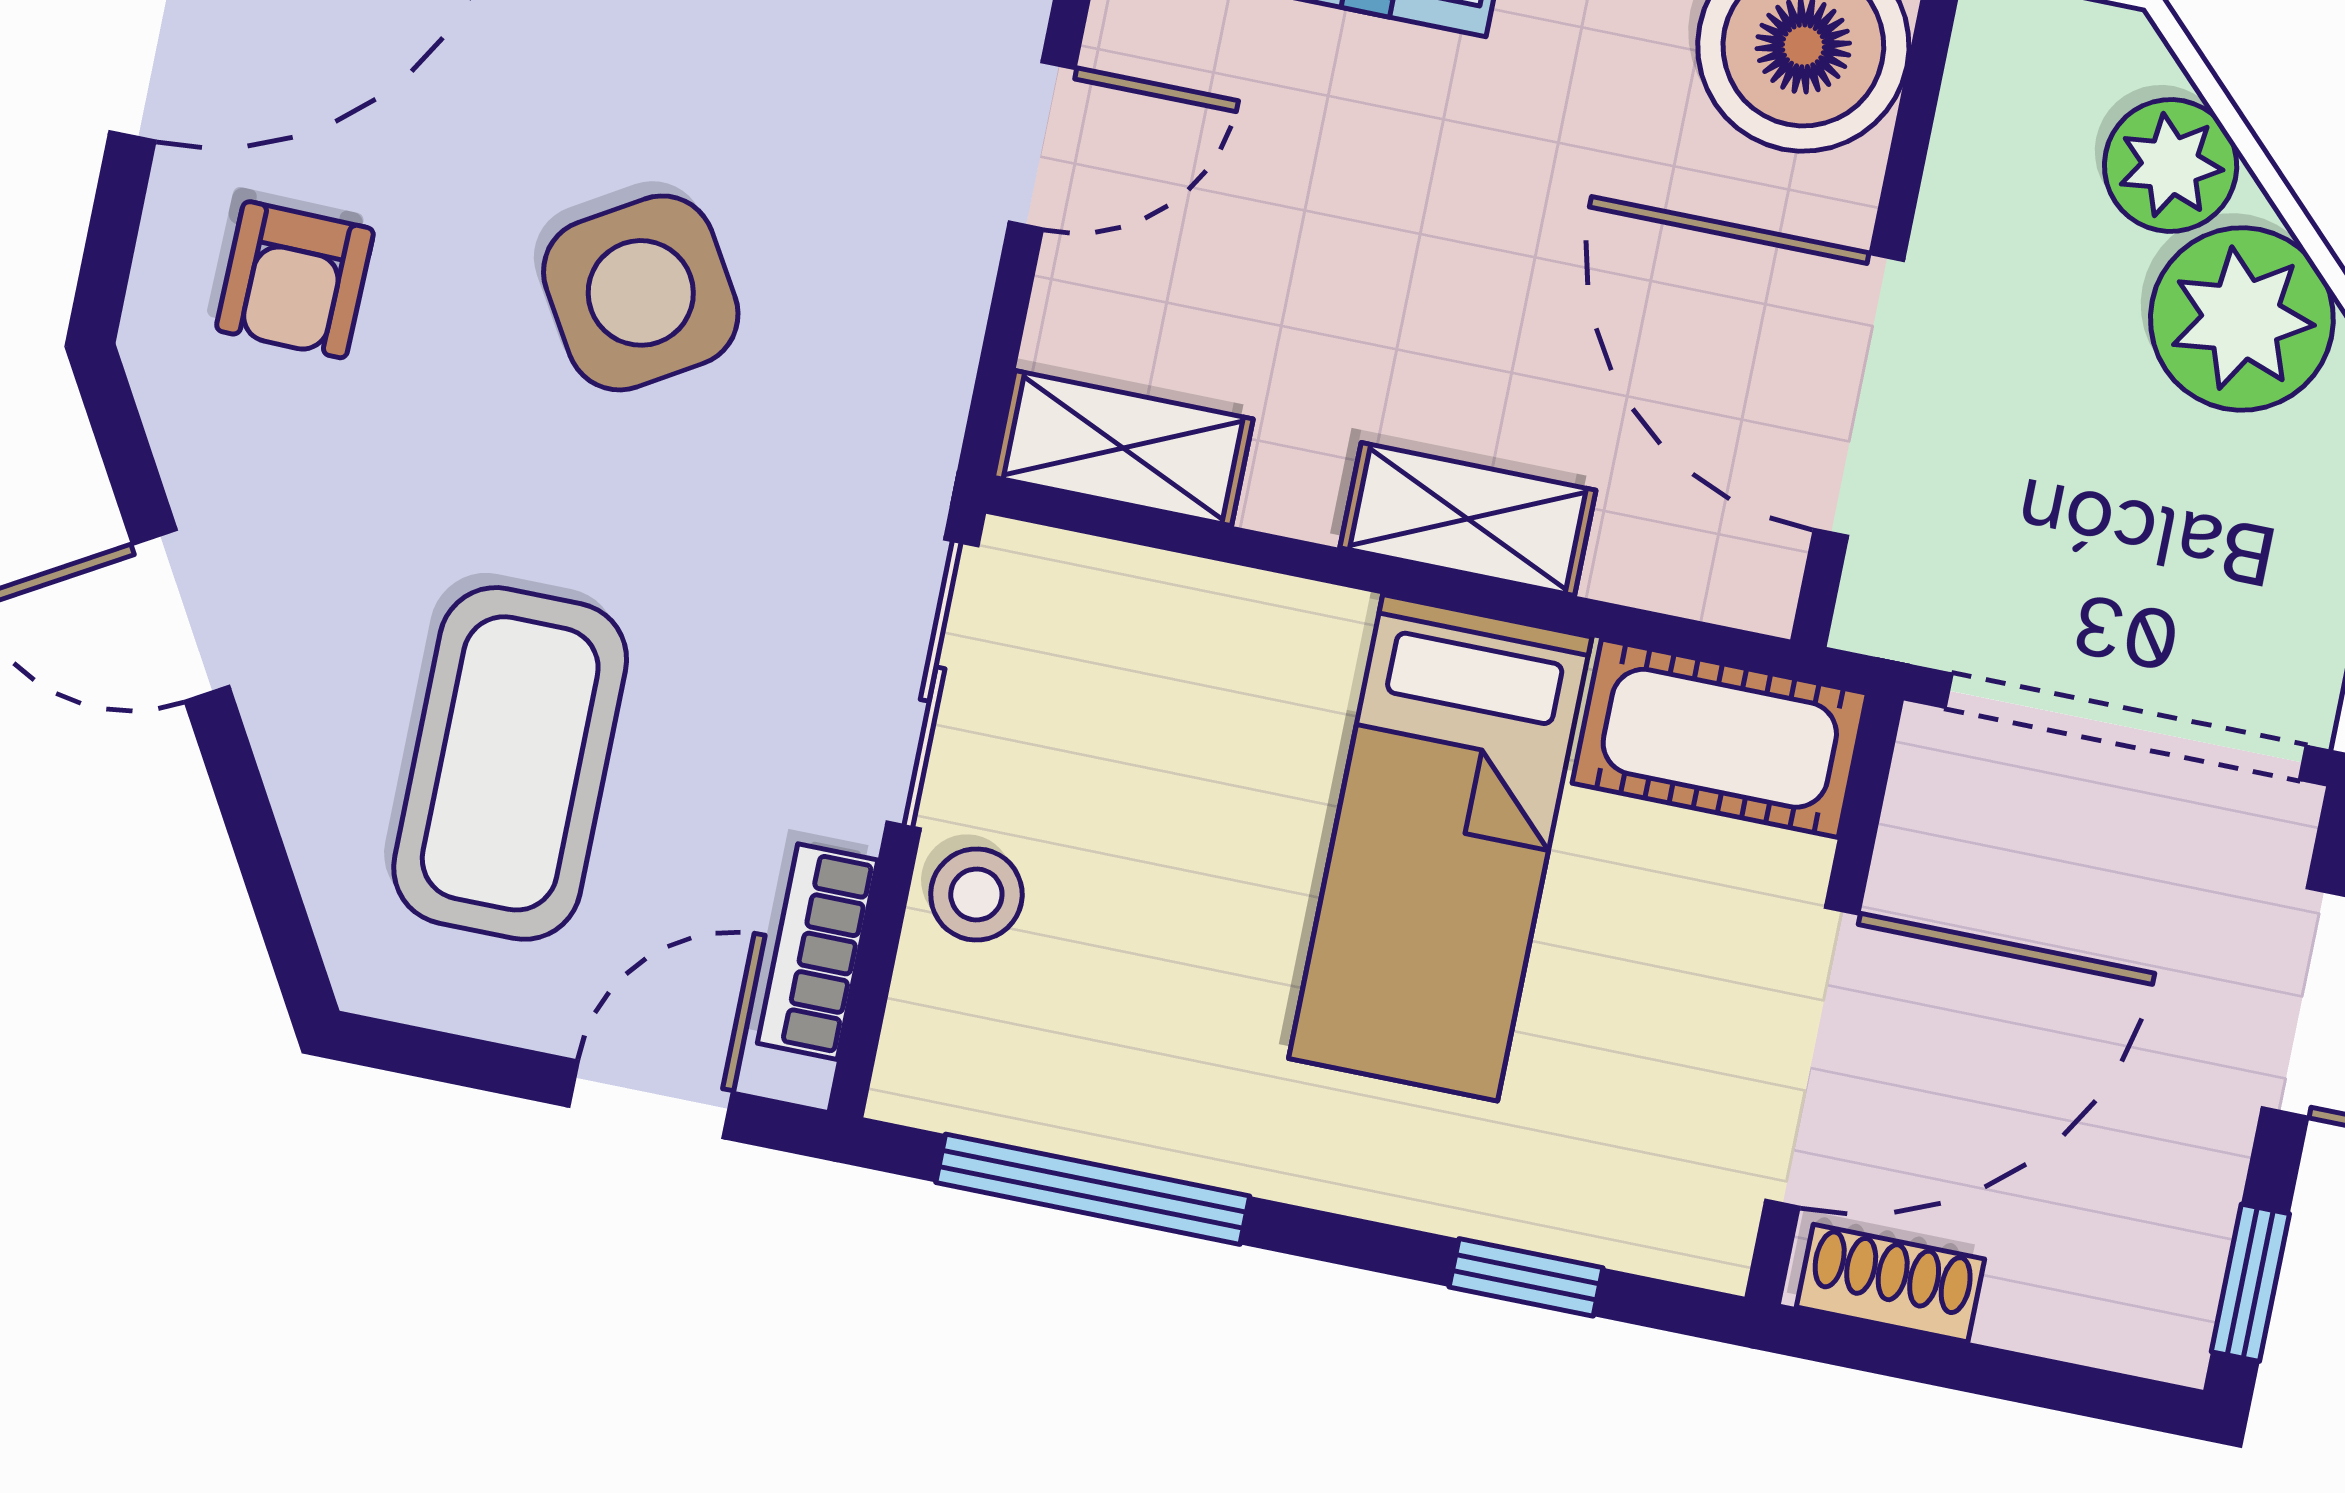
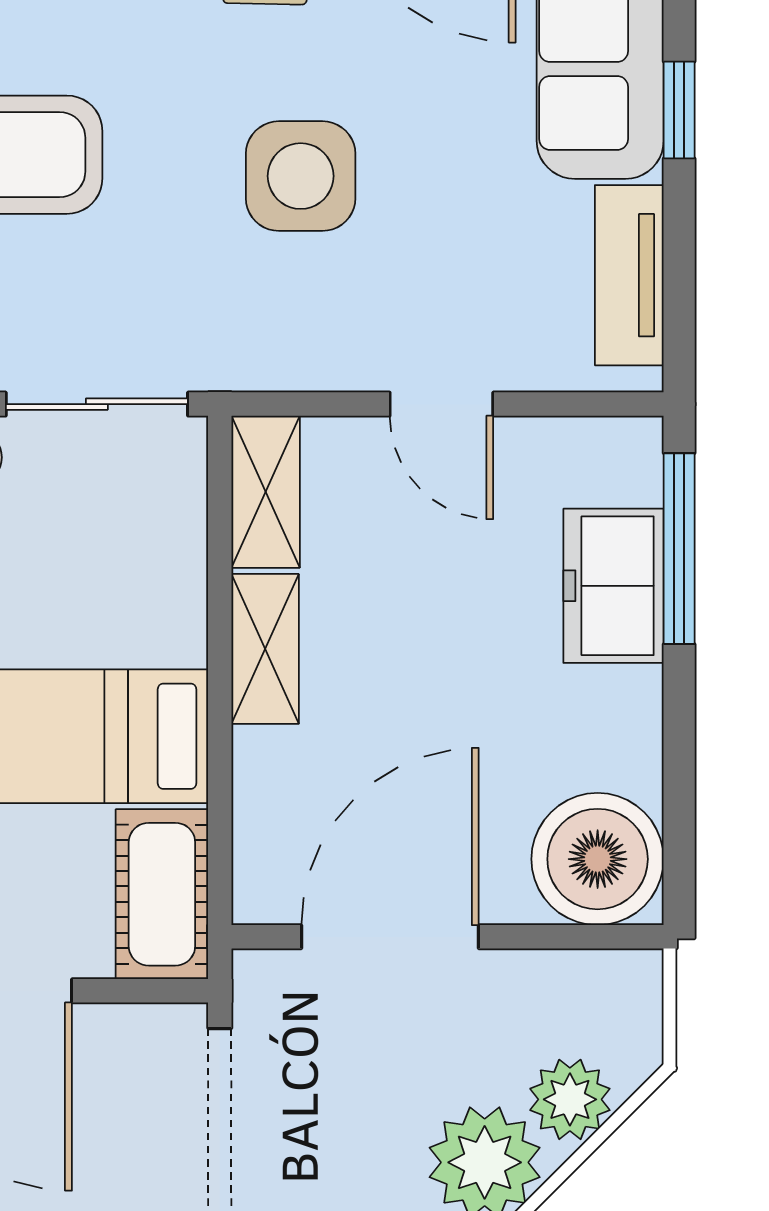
side table: (641, 293) -> (301, 176), turned 31
shelving: (1468, 519) -> (265, 649), moved

